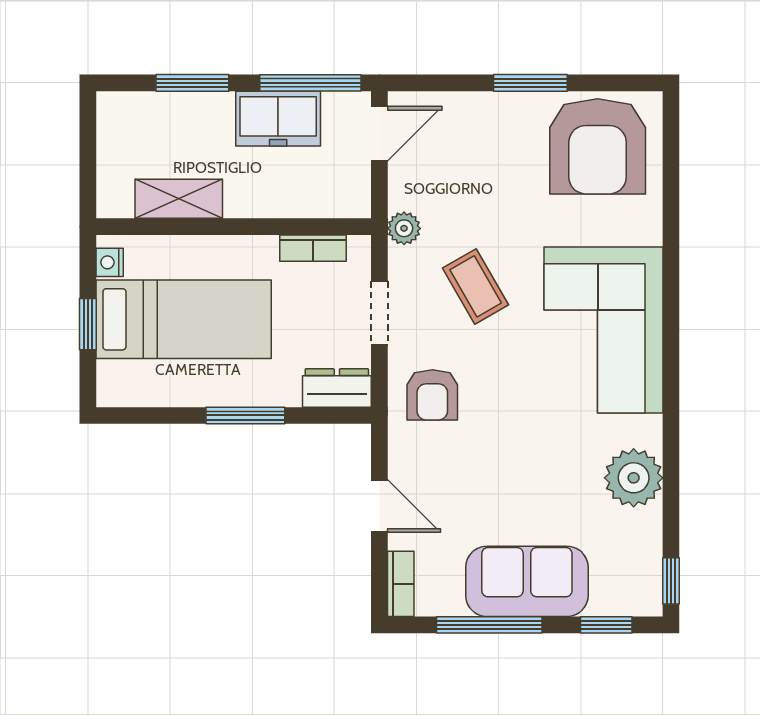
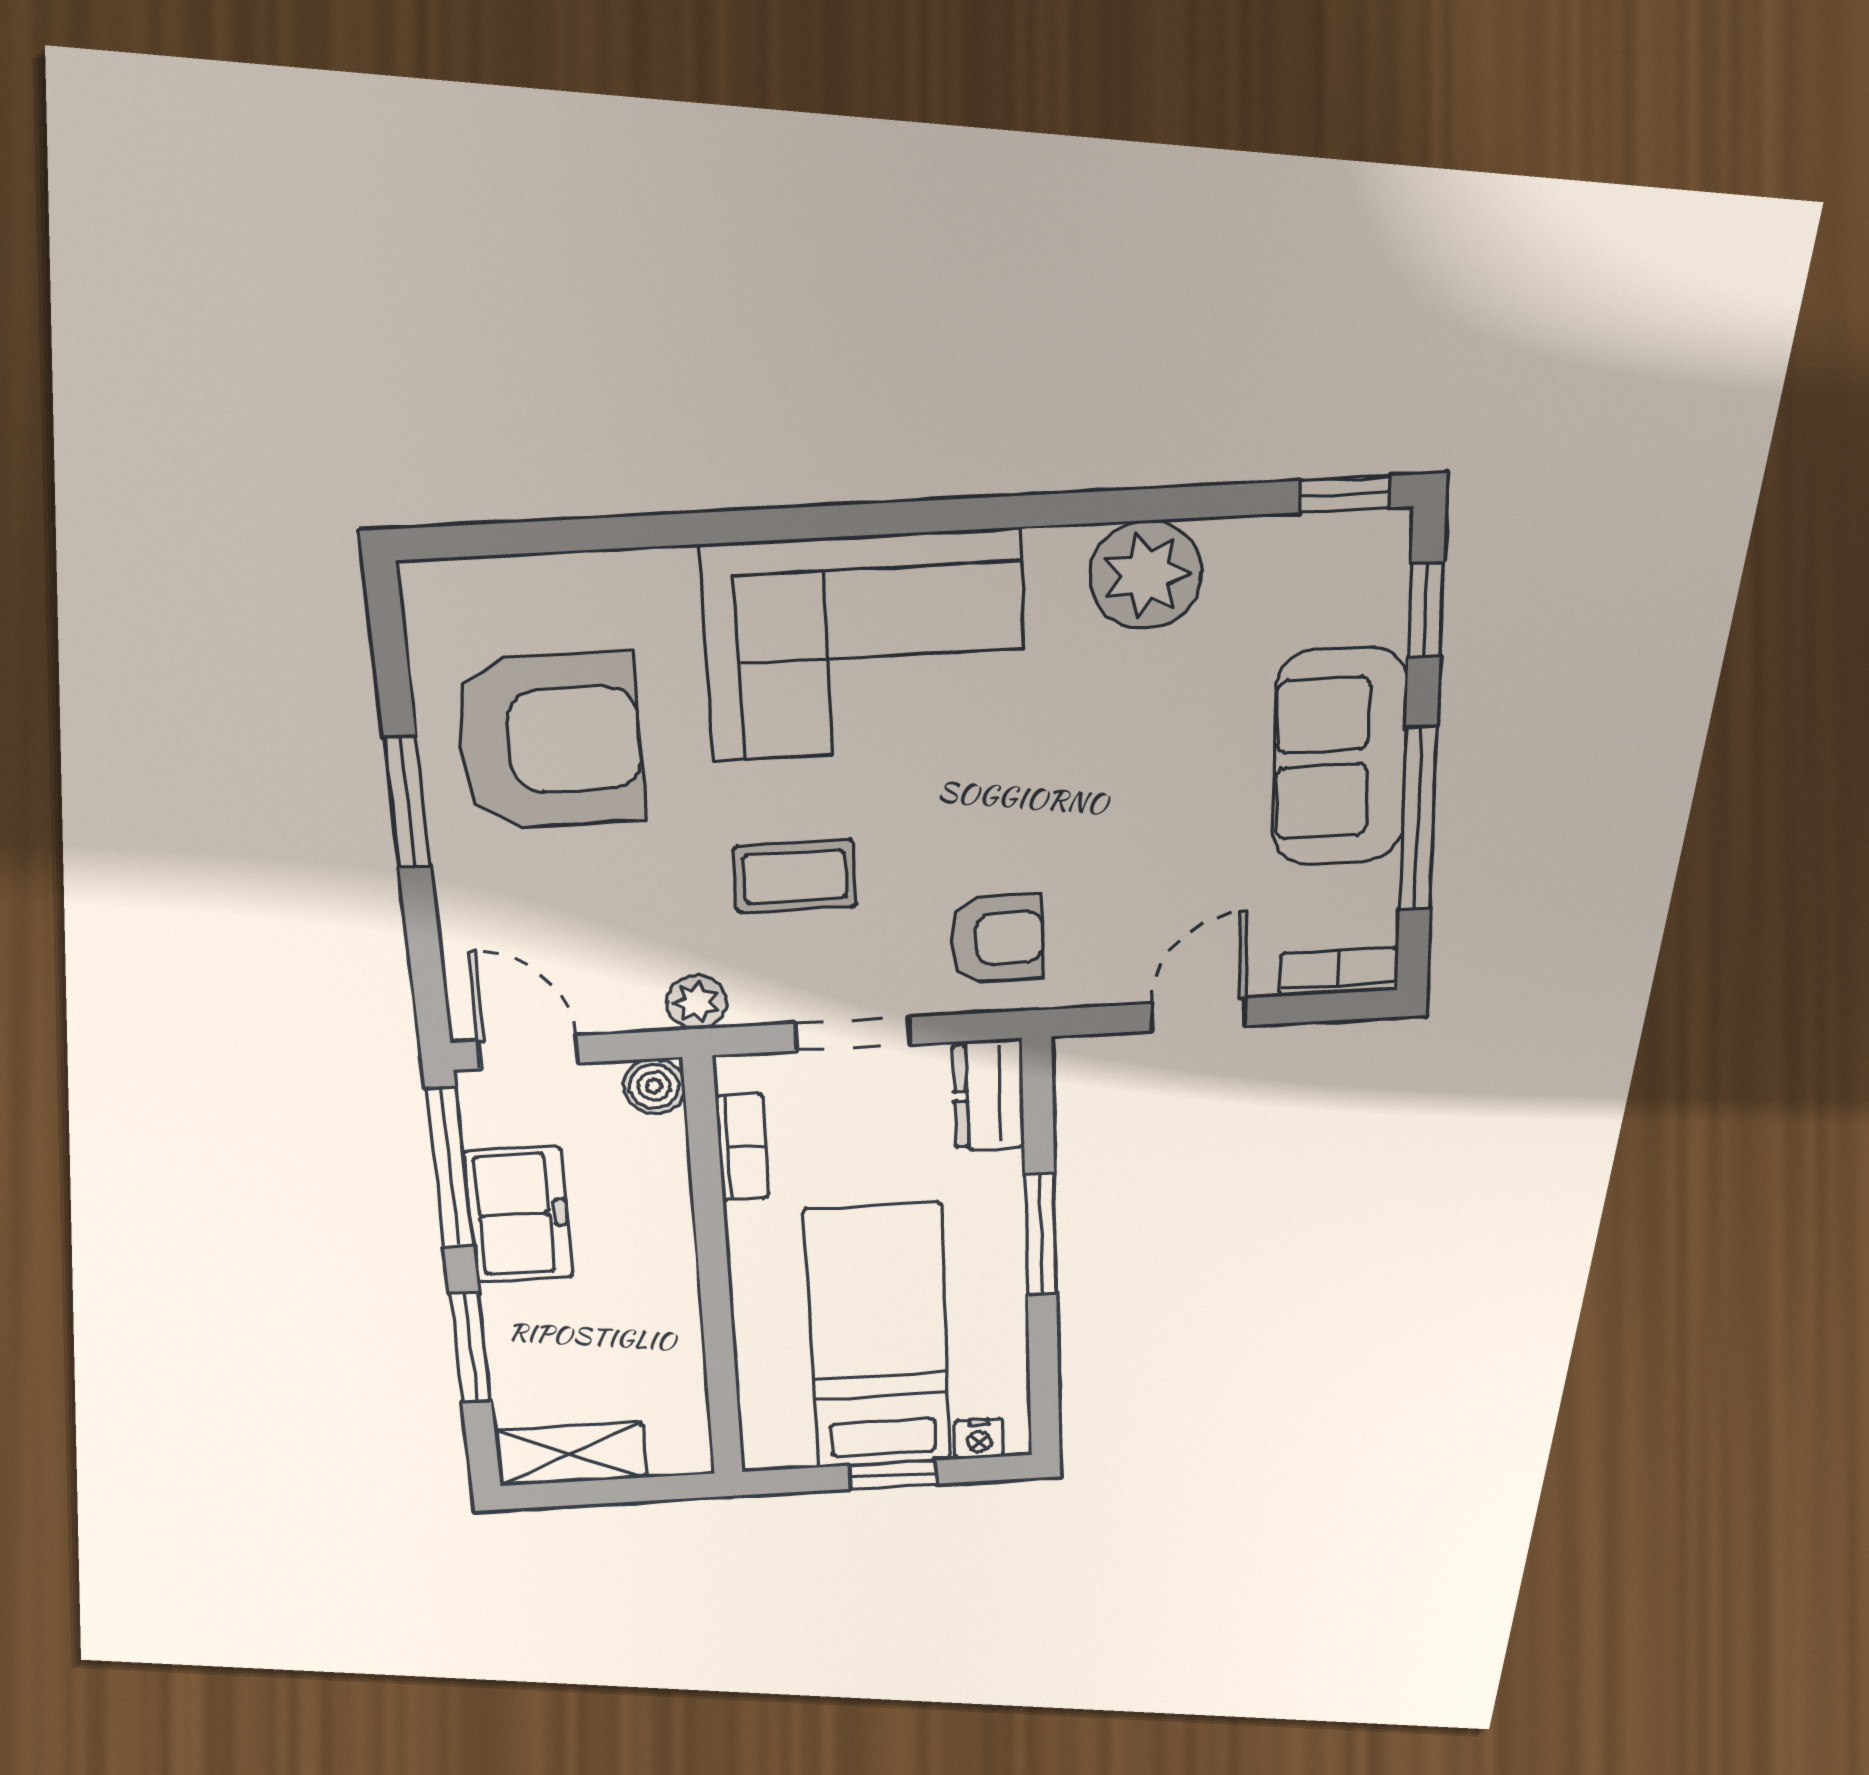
armchair: (598, 146) -> (549, 741), moved
shelving: (179, 199) -> (571, 1454), moved, turned 90
boiler: (354, 201) -> (654, 1086), added
nightstand: (110, 262) -> (979, 1439), moved
coffee table: (476, 286) -> (795, 876), turned 30

